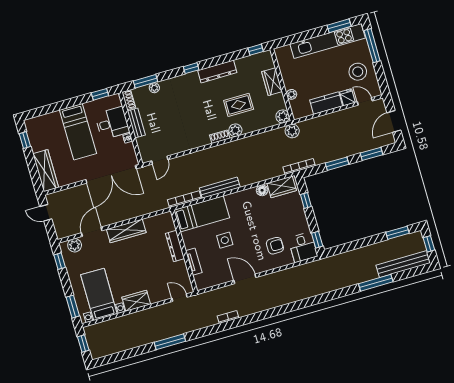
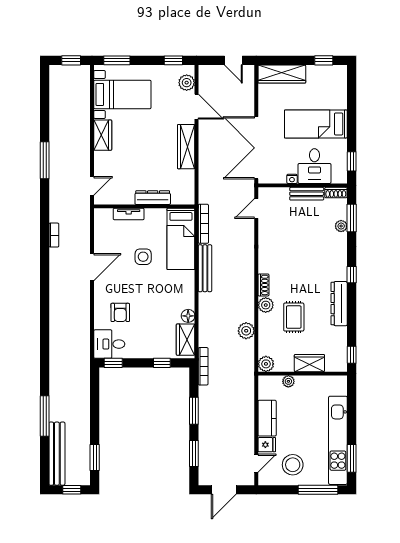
door: (394, 121) -> (224, 490), swing flipped
plant: (292, 131) -> (246, 331), moved
door: (160, 160) -> (256, 208), hinge flipped
door: (46, 213) -> (233, 60), swing flipped

